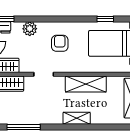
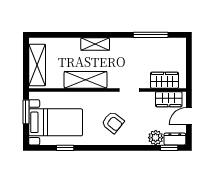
plant: (30, 29) -> (156, 138), moved
armchair: (60, 43) -> (113, 122), turned -52

